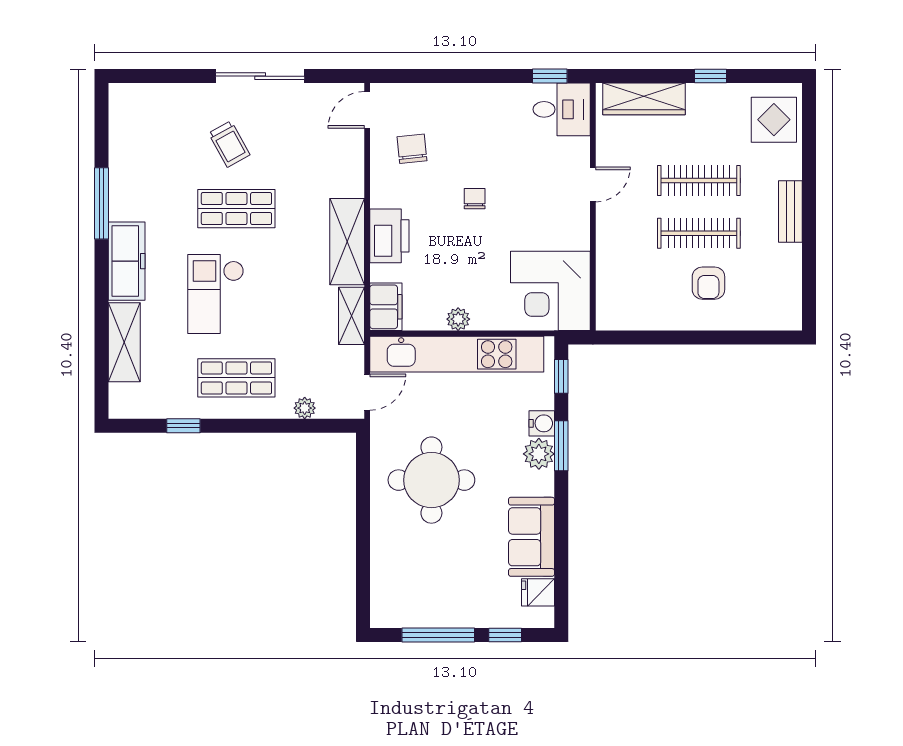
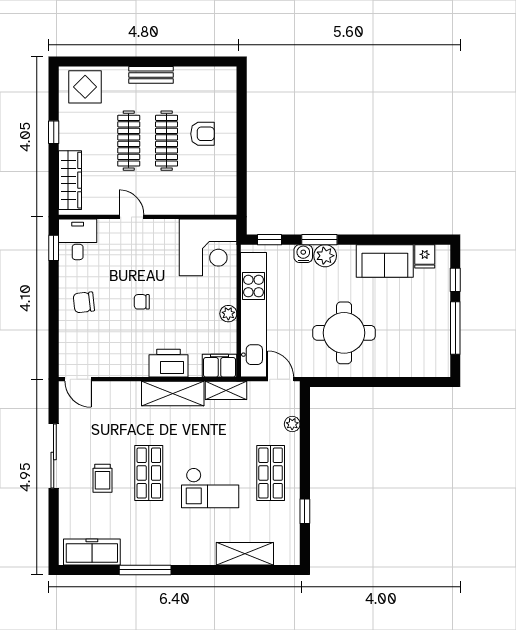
trolley: (229, 144) -> (103, 478), turned 119
chair: (412, 149) -> (84, 302), moved
freezer: (127, 261) -> (92, 552), moved

